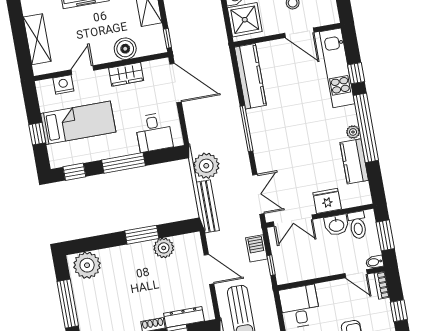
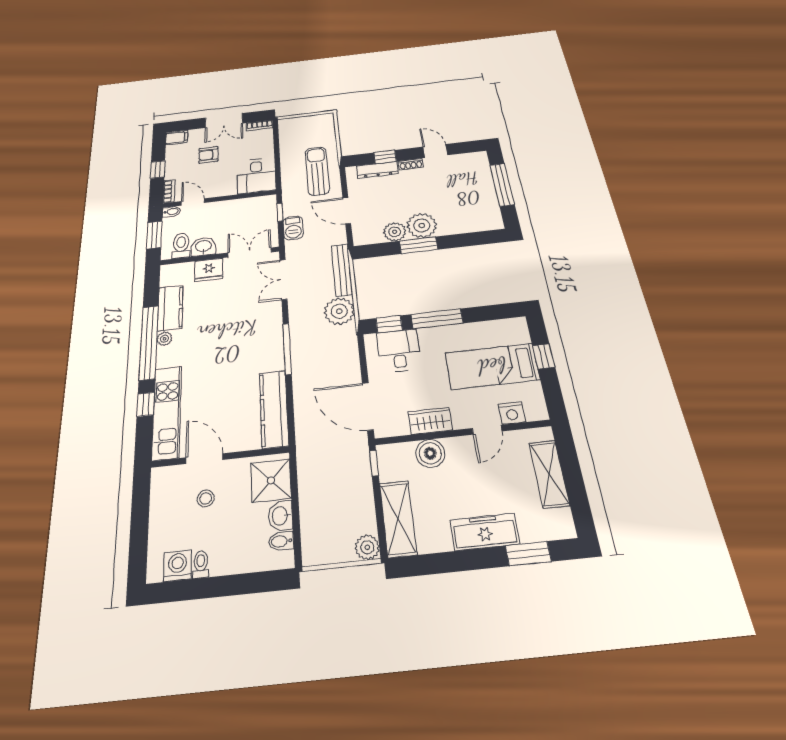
window: (74, 172) -> (389, 324), moved
plant: (87, 265) -> (422, 225), moved

